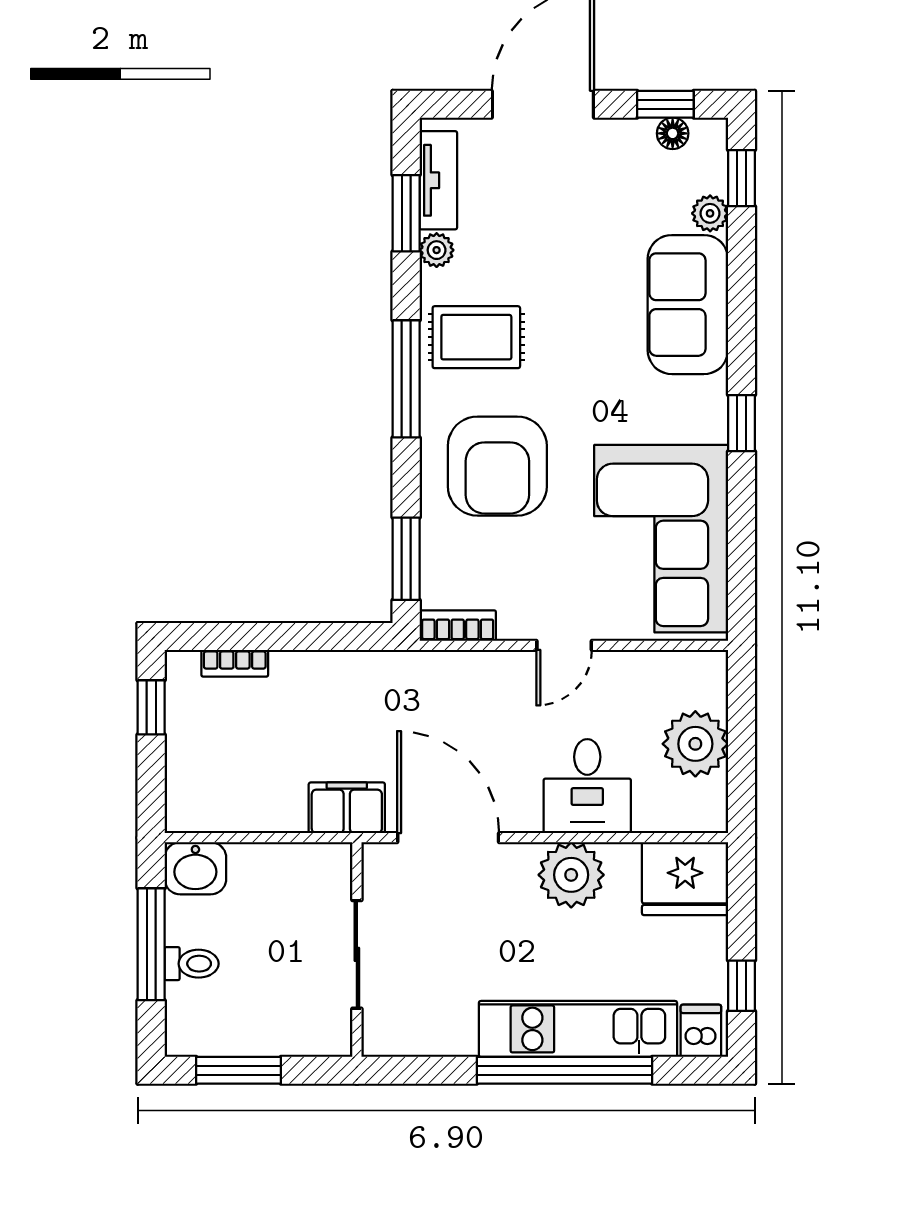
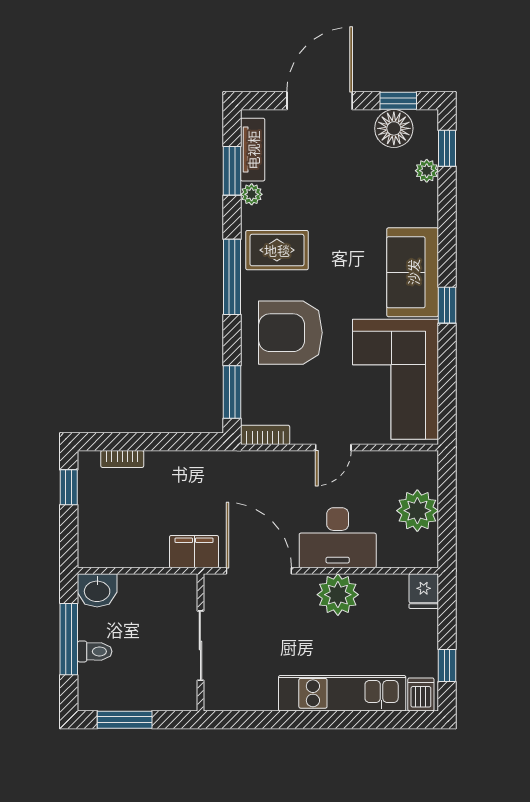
floor lamp: (673, 133) -> (394, 128), width x1.89, depth x1.89
sofa: (688, 305) -> (413, 272), moved
armchair: (497, 466) -> (290, 333), turned 90
desk: (587, 786) -> (338, 538), width x1.37
fridge: (685, 879) -> (424, 591), width x0.53, depth x0.75
window: (565, 1070) -> (334, 720), removed

